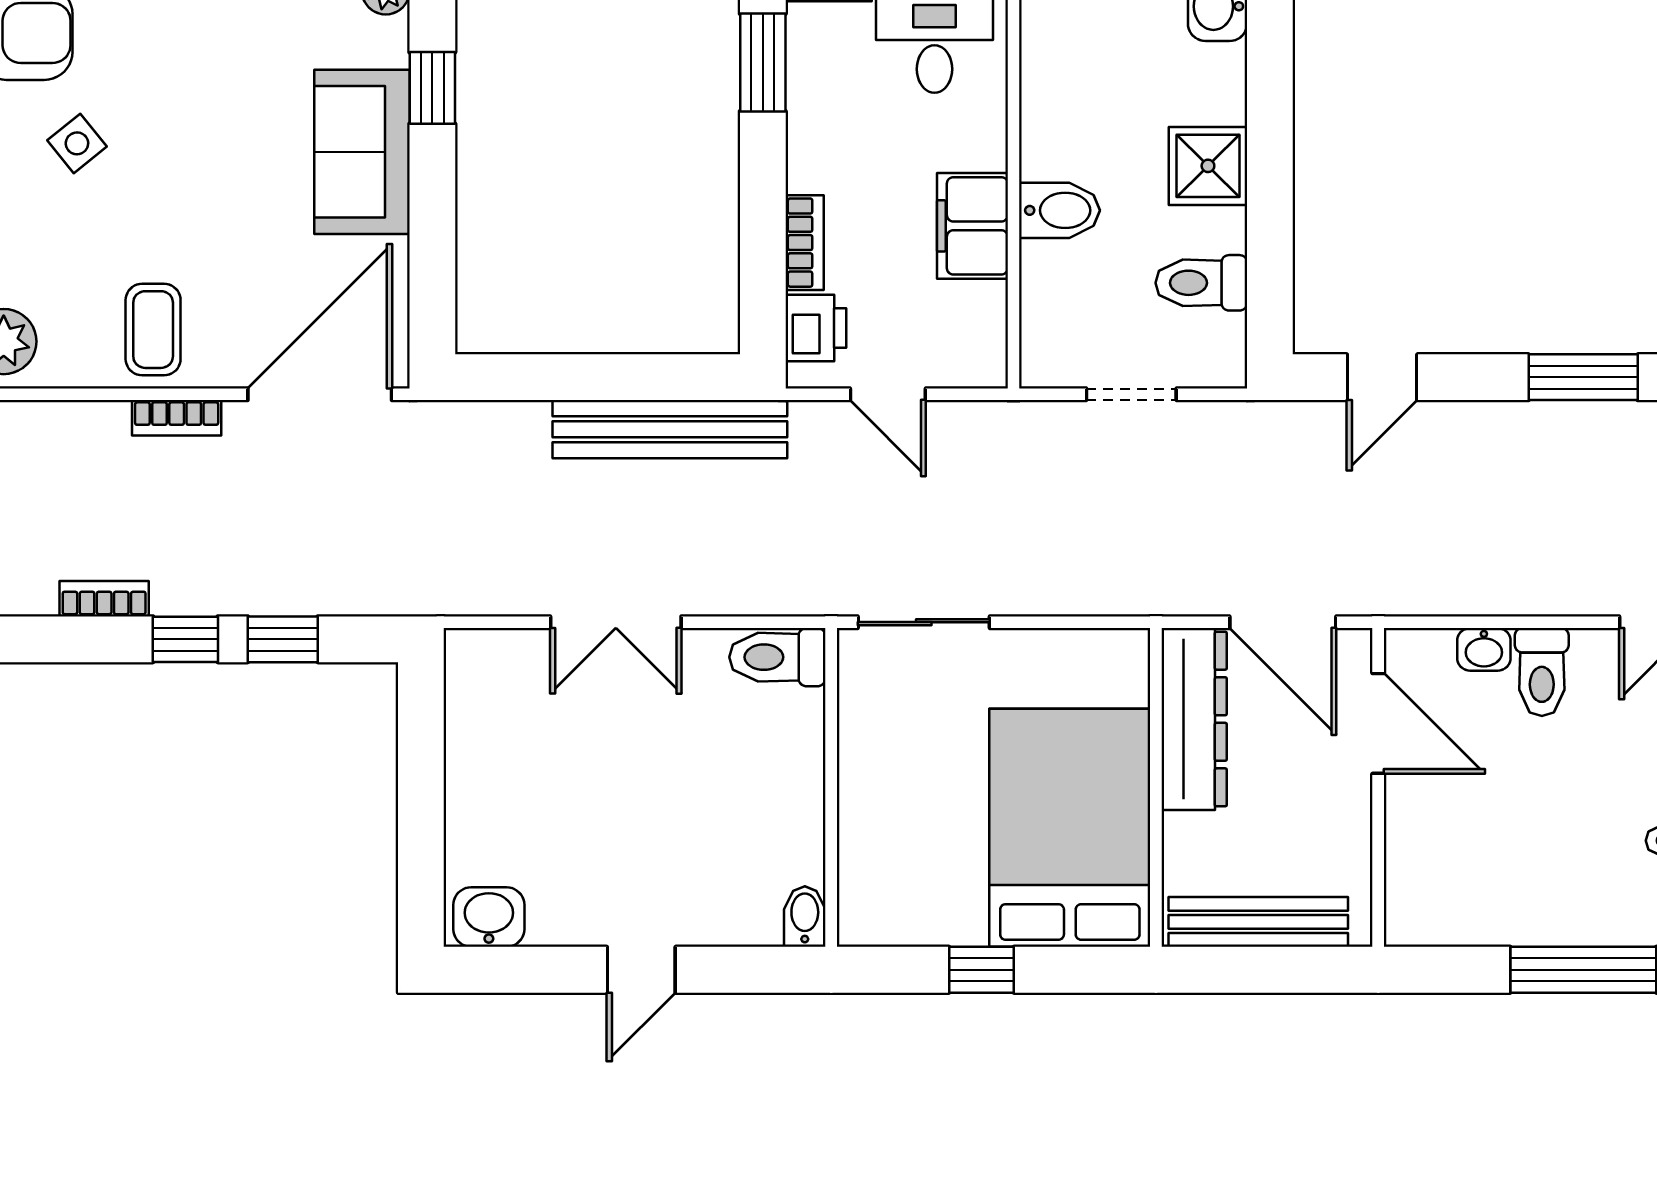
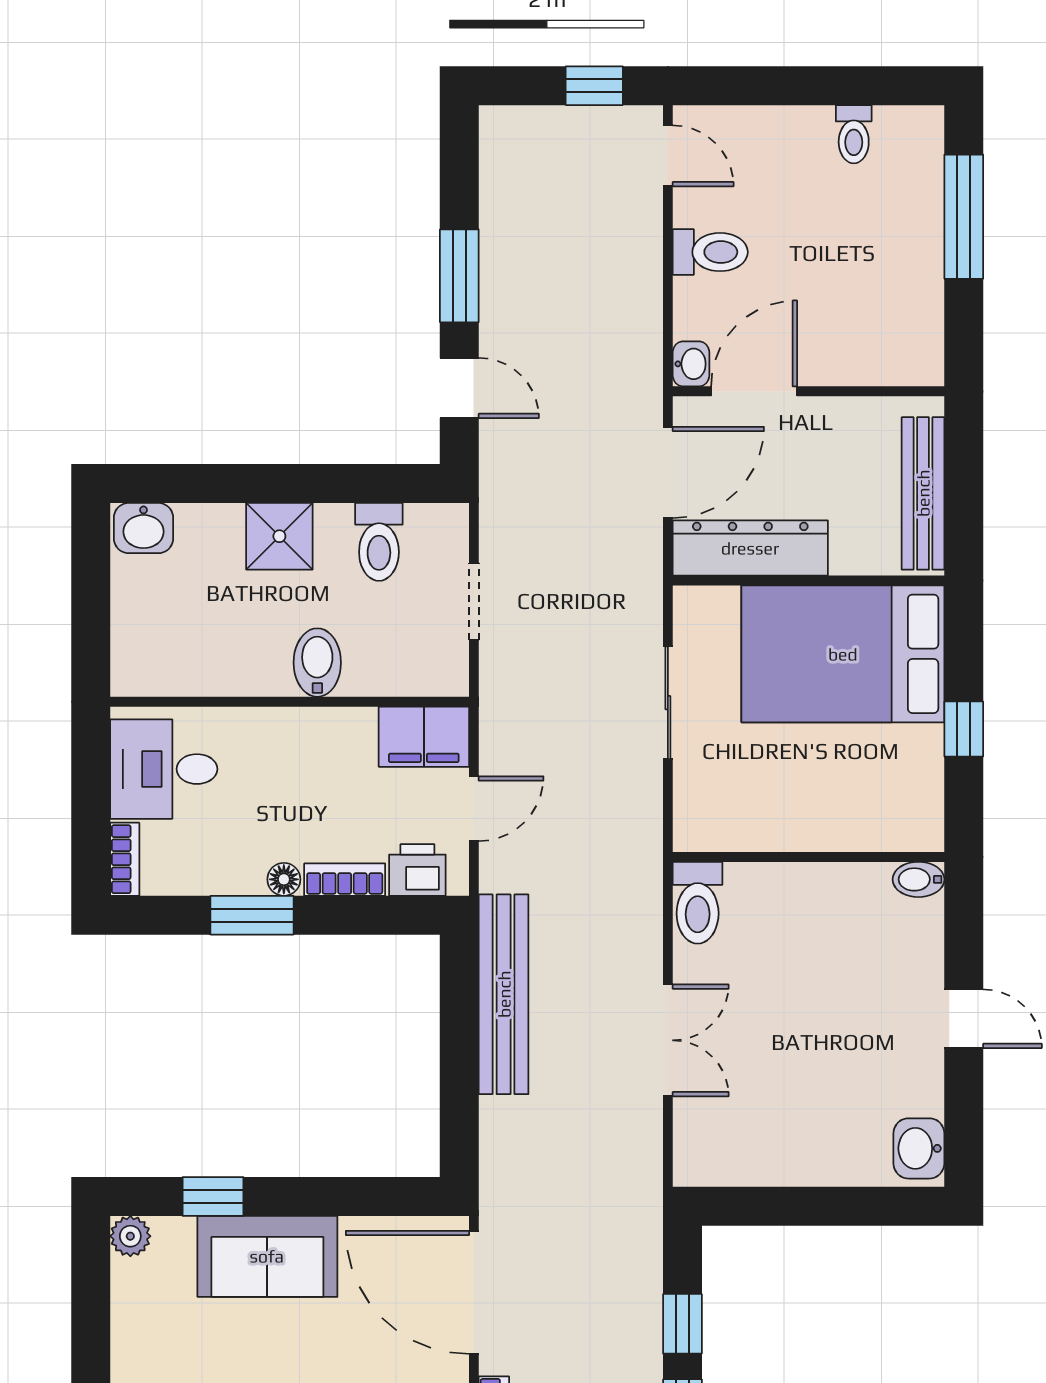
window: (763, 63) -> (252, 915), moved
floor lamp: (805, 171) -> (284, 879), added
filing cabinet: (972, 226) -> (424, 737), moved
window: (1583, 377) -> (459, 276), moved
sliding door: (924, 622) -> (668, 703), moved
washbasin: (1484, 649) -> (691, 364), moved

